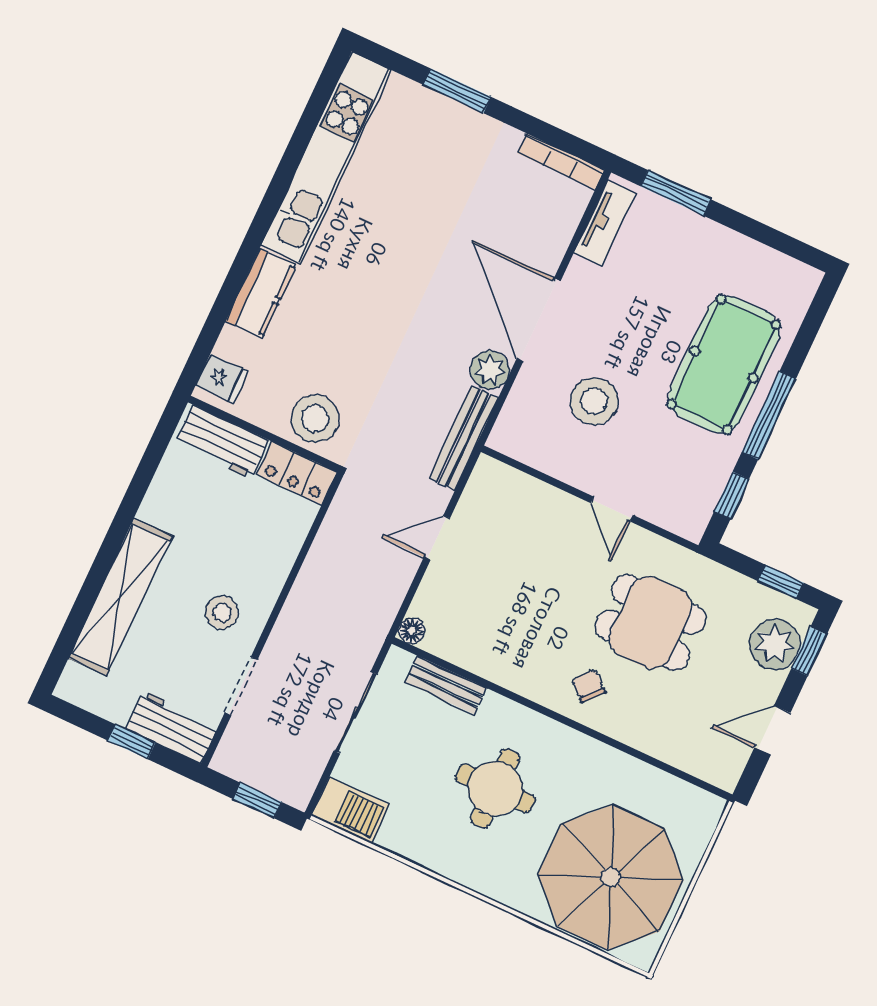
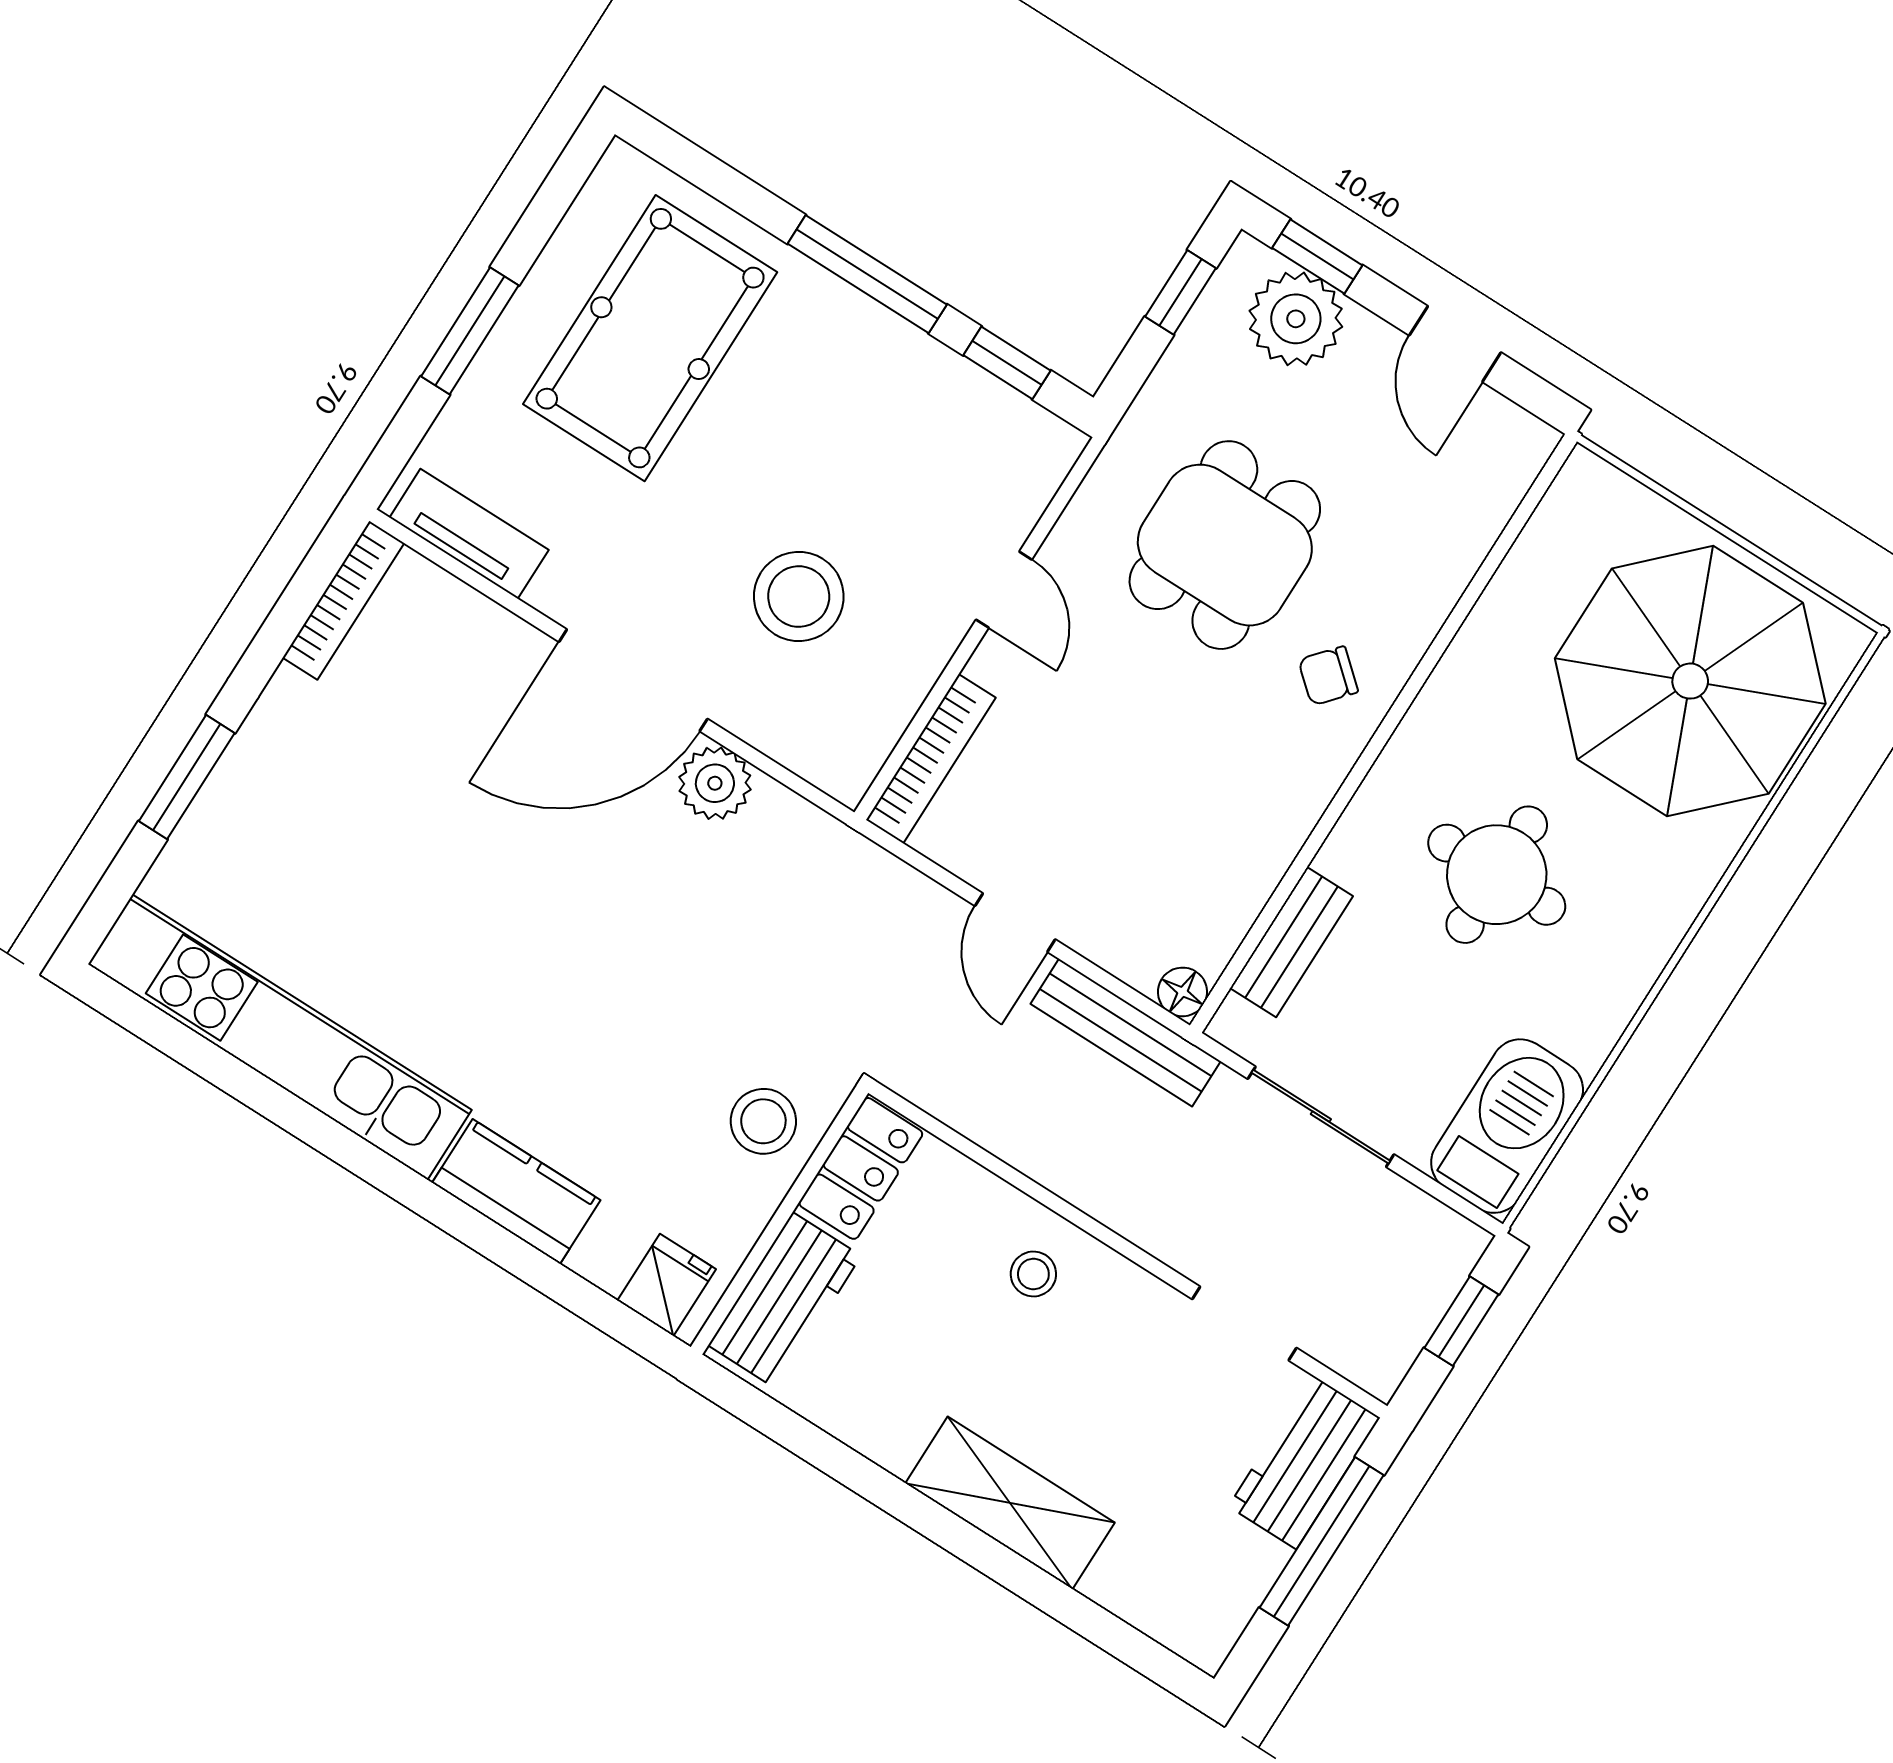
window: (675, 193) -> (470, 331), moved
pool table: (724, 364) -> (650, 338), moved, turned 90
stool: (315, 419) -> (763, 1121), width x0.73, depth x0.73
bench: (464, 438) -> (1126, 1033), moved
bookcase: (518, 482) -> (931, 759), added
door: (612, 509) -> (1004, 590), hinge flipped
shelving: (120, 597) -> (1010, 1503), width x0.68
stool: (222, 613) -> (1033, 1274), moved, width x0.73, depth x0.73
window: (131, 742) -> (1322, 1541), width x2.17
barbecue: (350, 810) -> (1507, 1126), width x1.37, depth x1.21

